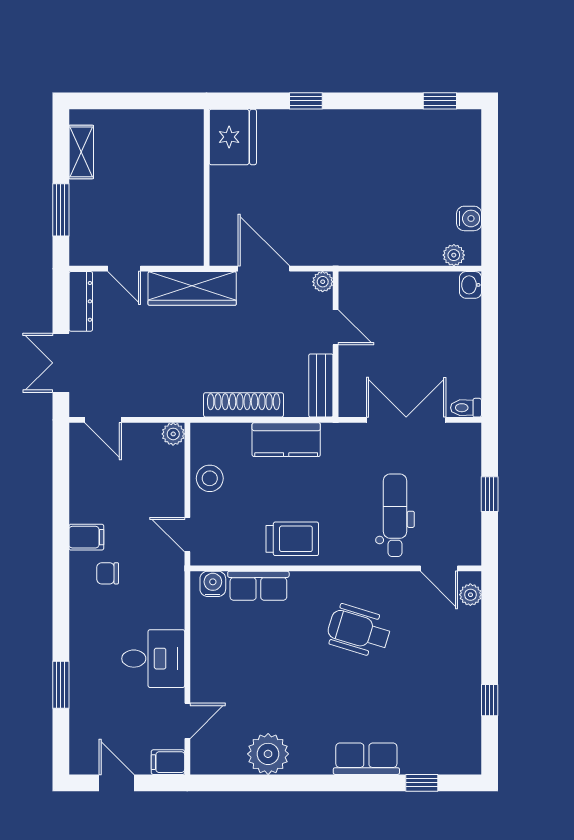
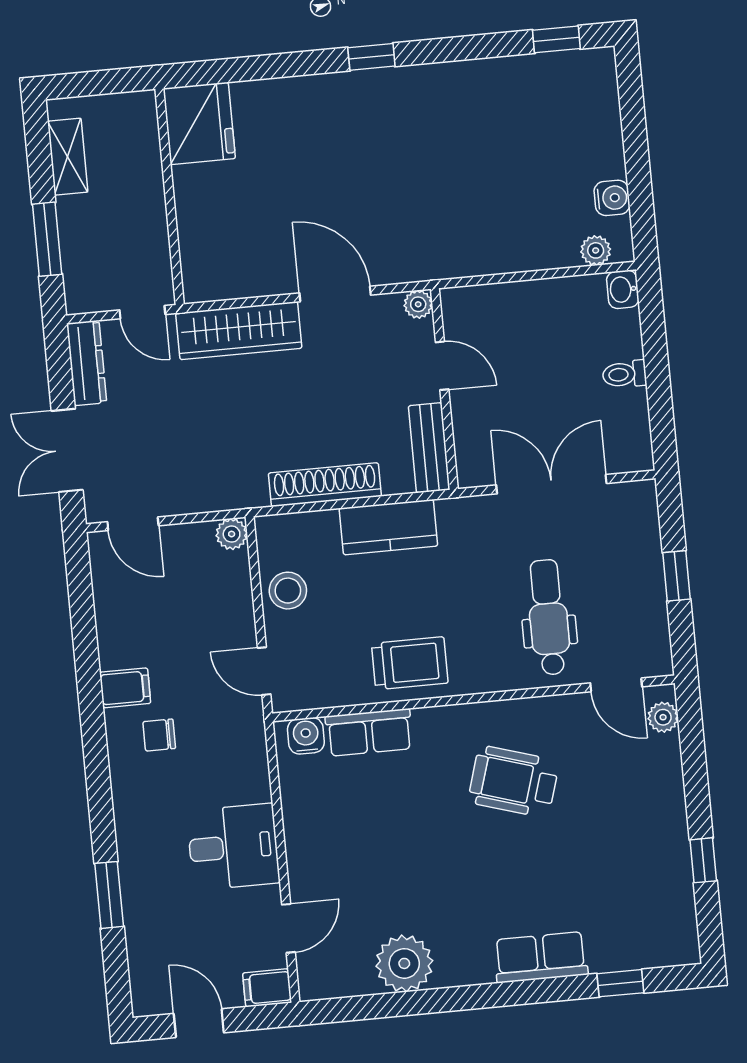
fridge: (233, 137) -> (199, 123), moved
wall: (207, 188) -> (170, 197), moved
toilet: (466, 408) -> (624, 374), moved

